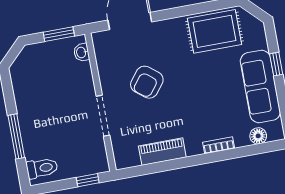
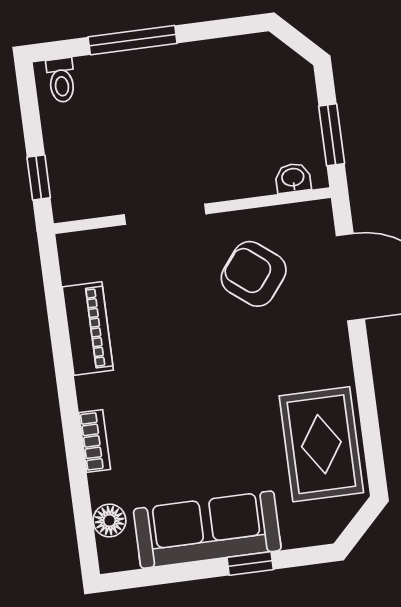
armchair: (147, 82) -> (254, 274), moved
toilet: (42, 168) -> (61, 80), width x0.73, depth x0.72

